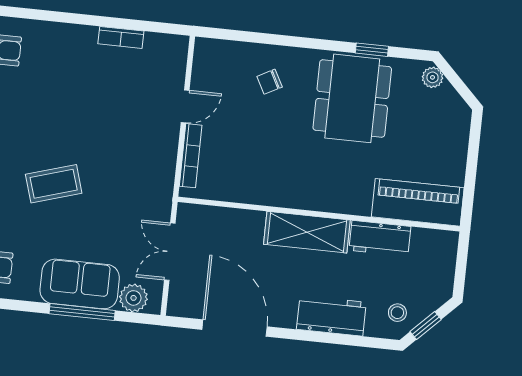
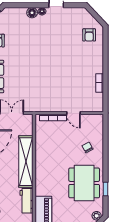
dining table: (352, 98) -> (84, 183), turned 90
coffee table: (54, 184) -> (35, 61), removed
shelving: (307, 232) -> (26, 162), width x1.47

